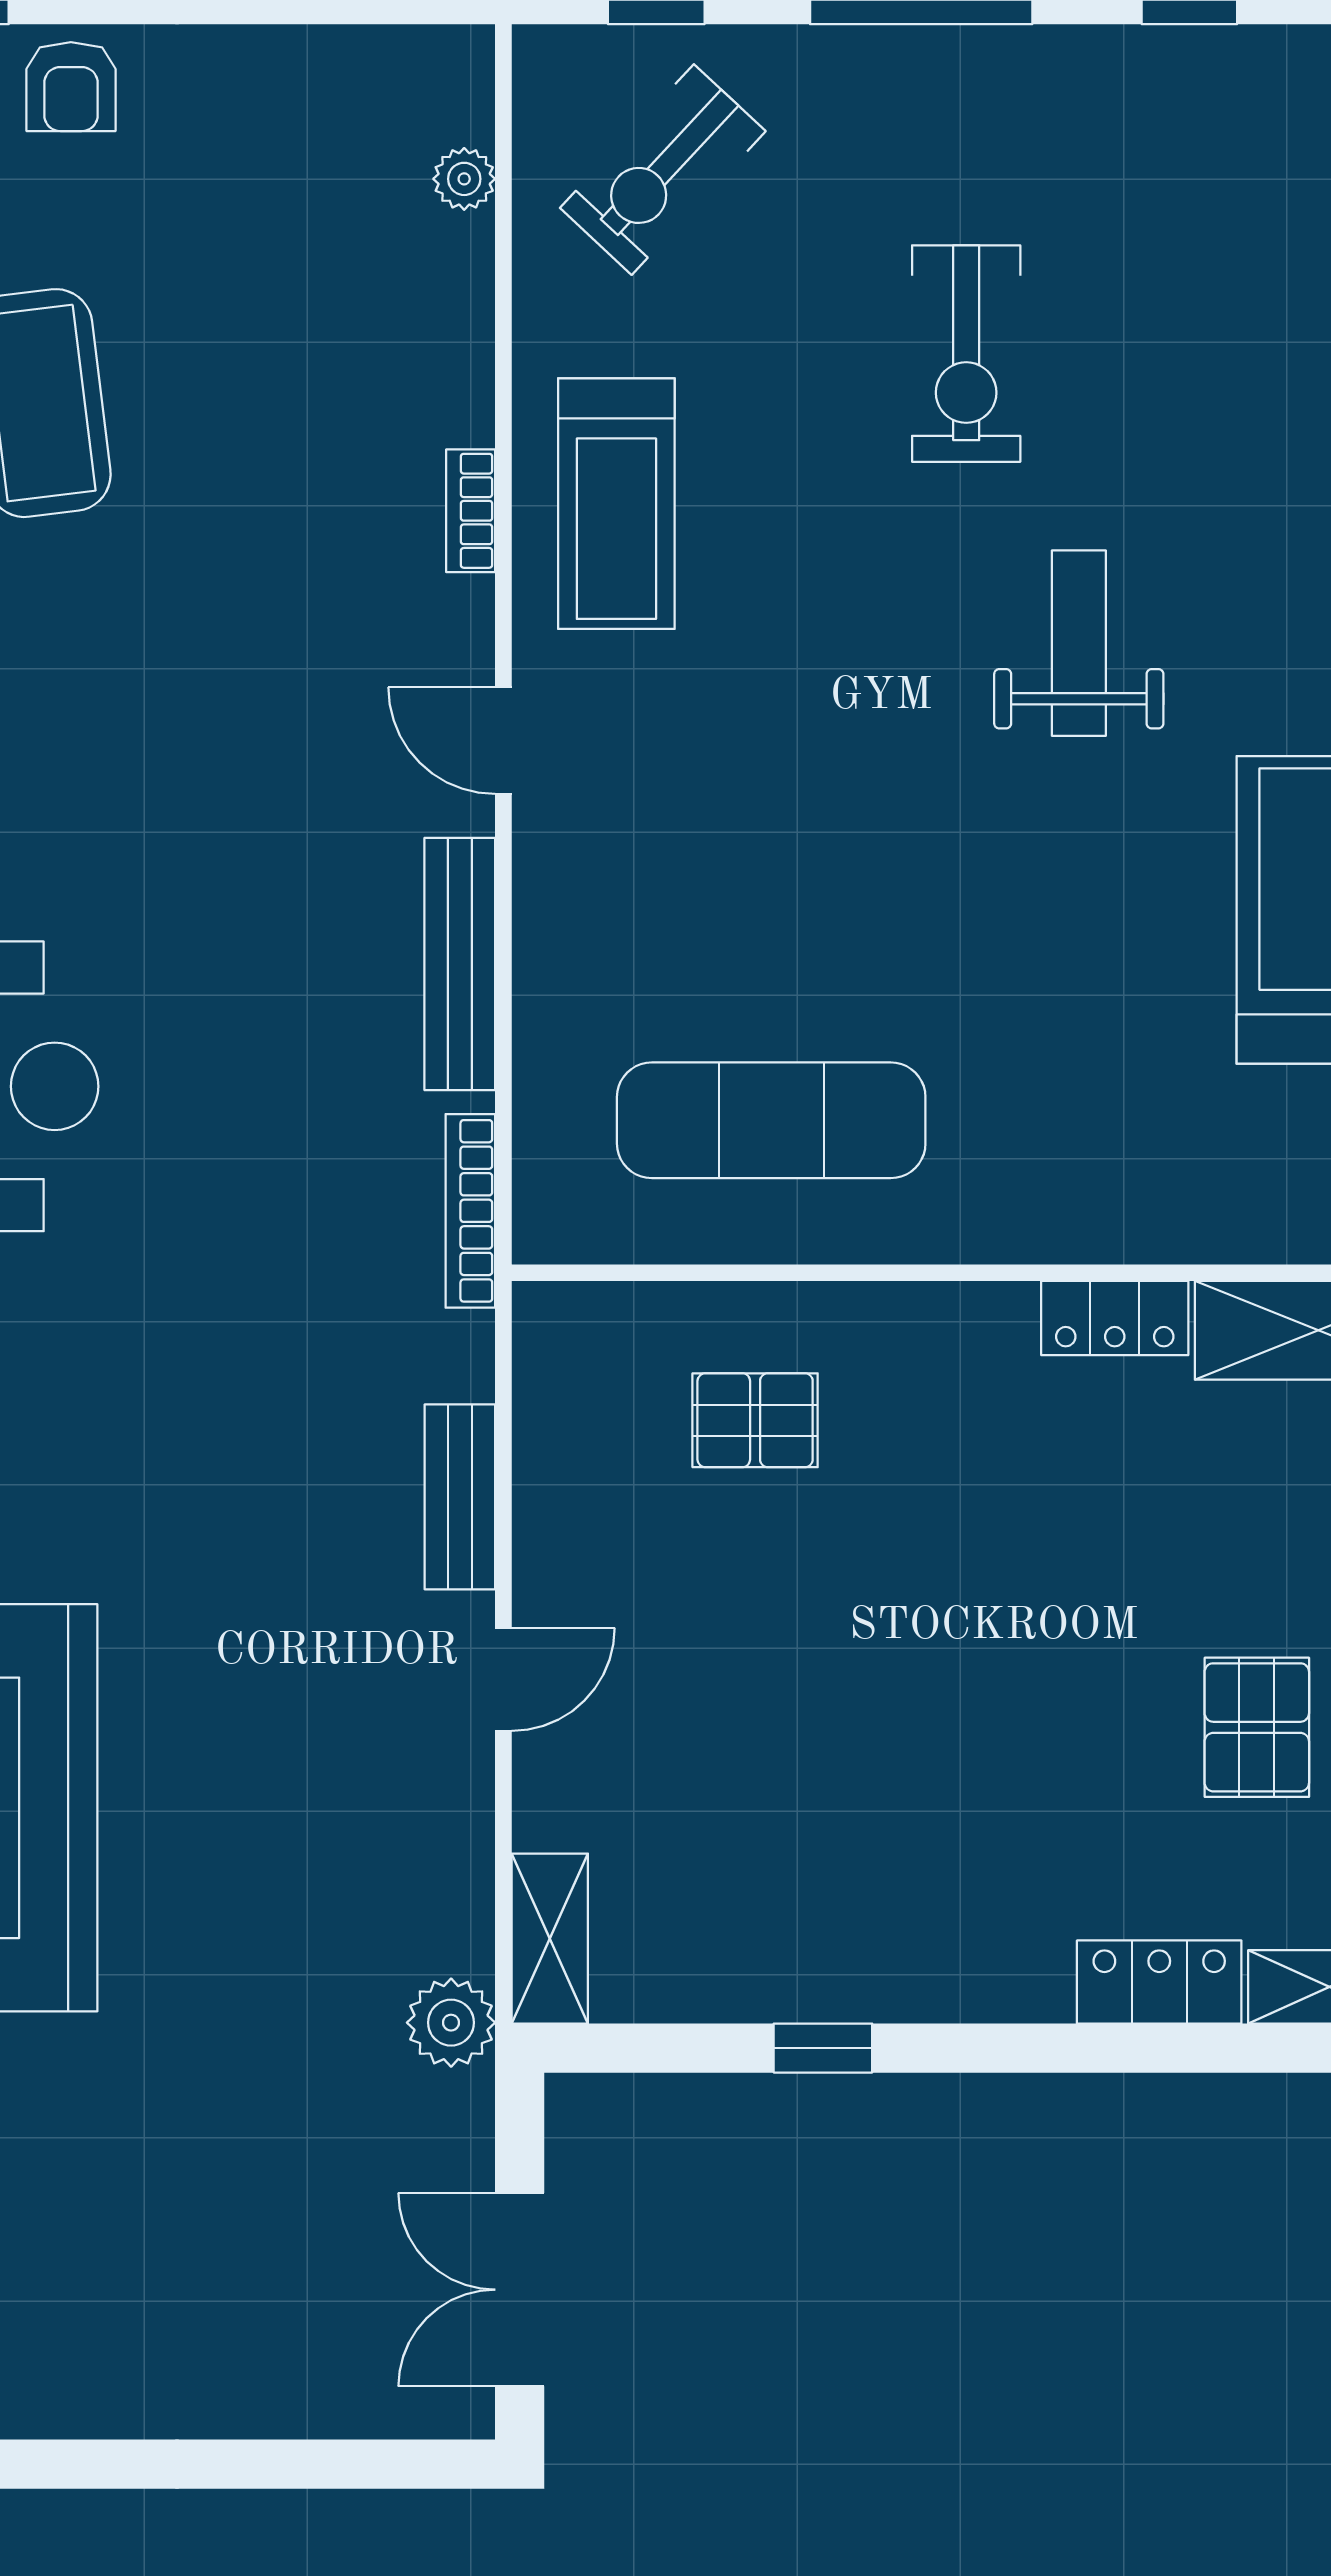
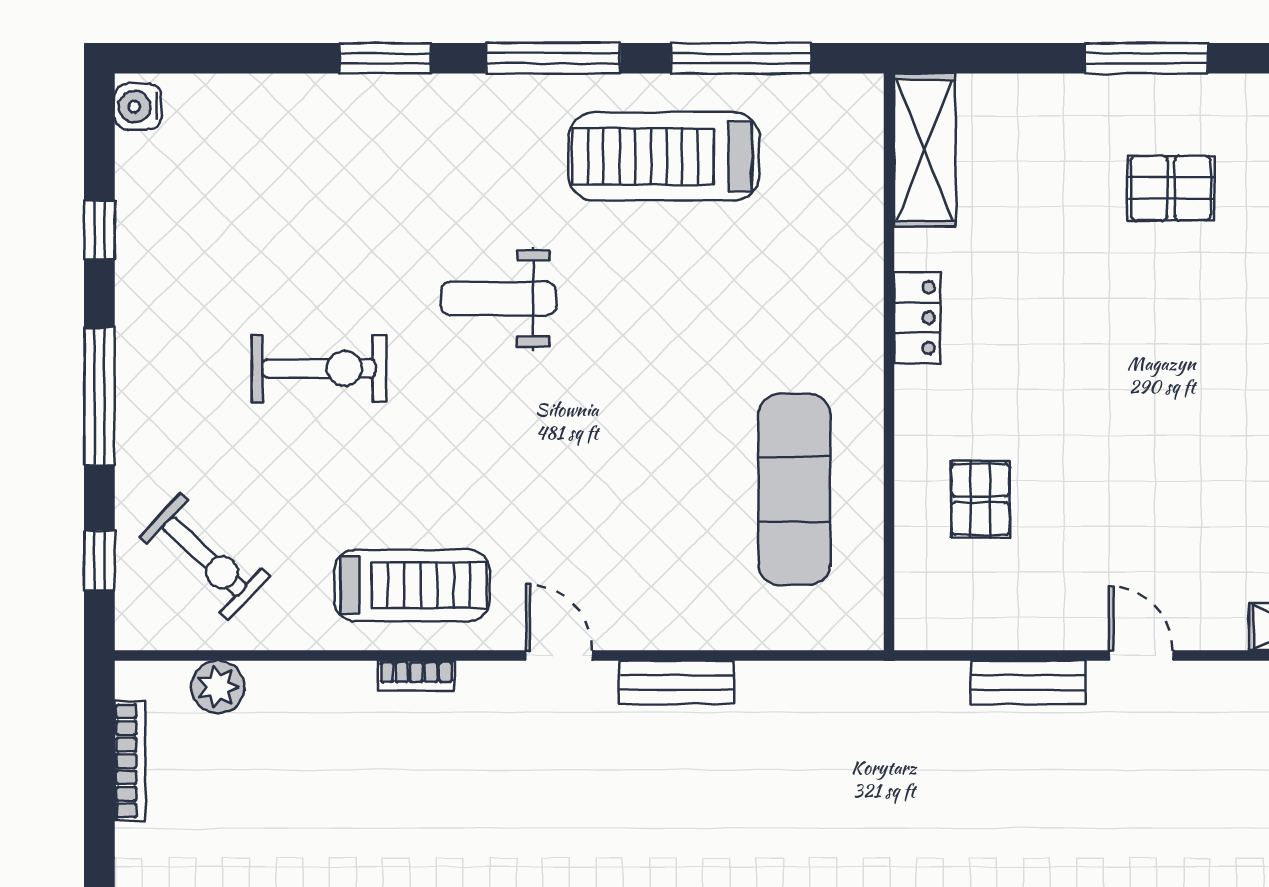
plant: (464, 179) -> (218, 687), width x1.38, depth x1.38
door: (503, 741) -> (559, 655), swing flipped
bench: (460, 964) -> (677, 682), width x0.73
bookcase: (470, 1211) -> (130, 761), moved, turned -90
locker: (1115, 1318) -> (917, 318), moved

